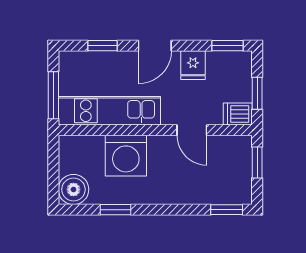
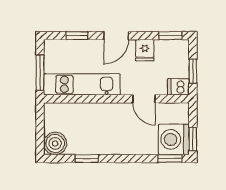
washing machine: (126, 156) -> (174, 139), moved, turned 90
window: (257, 163) -> (193, 139), moved

